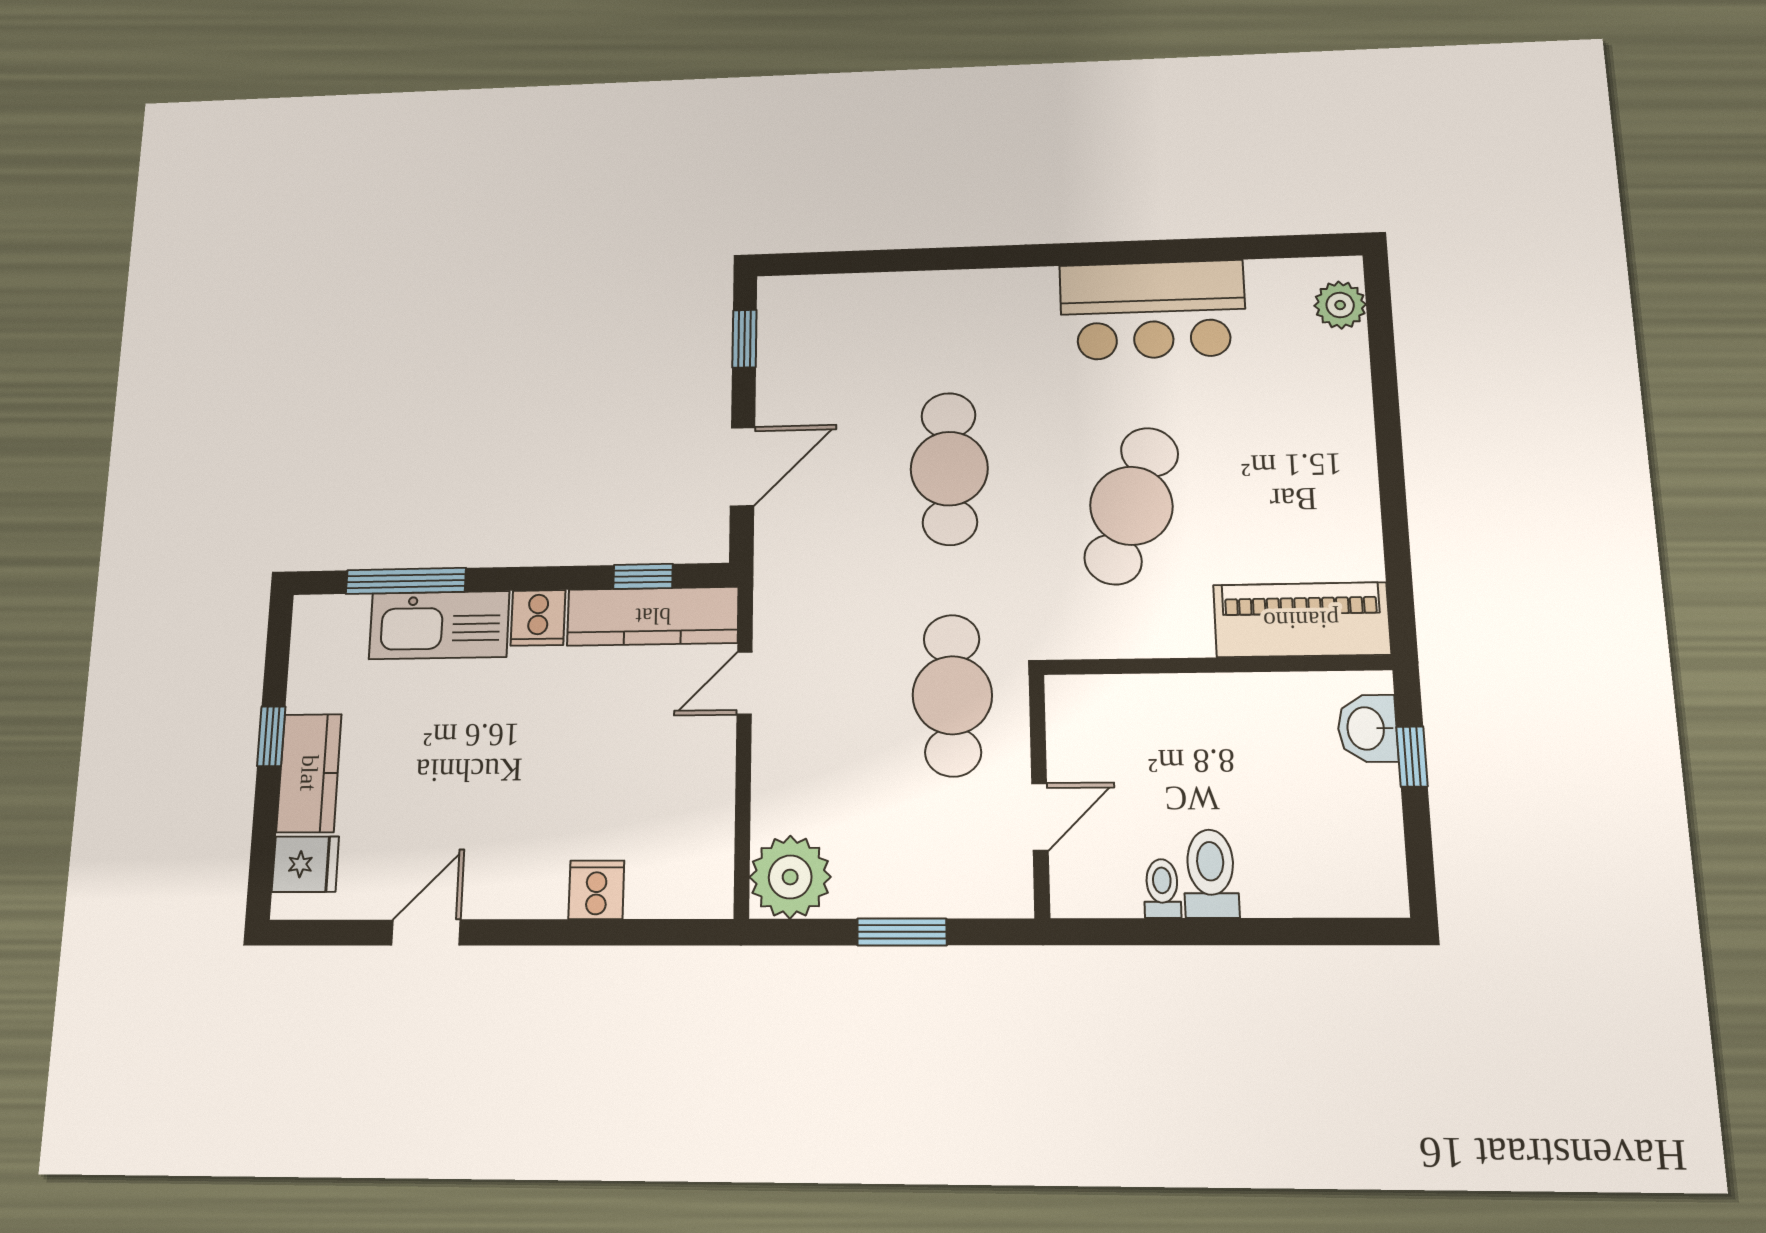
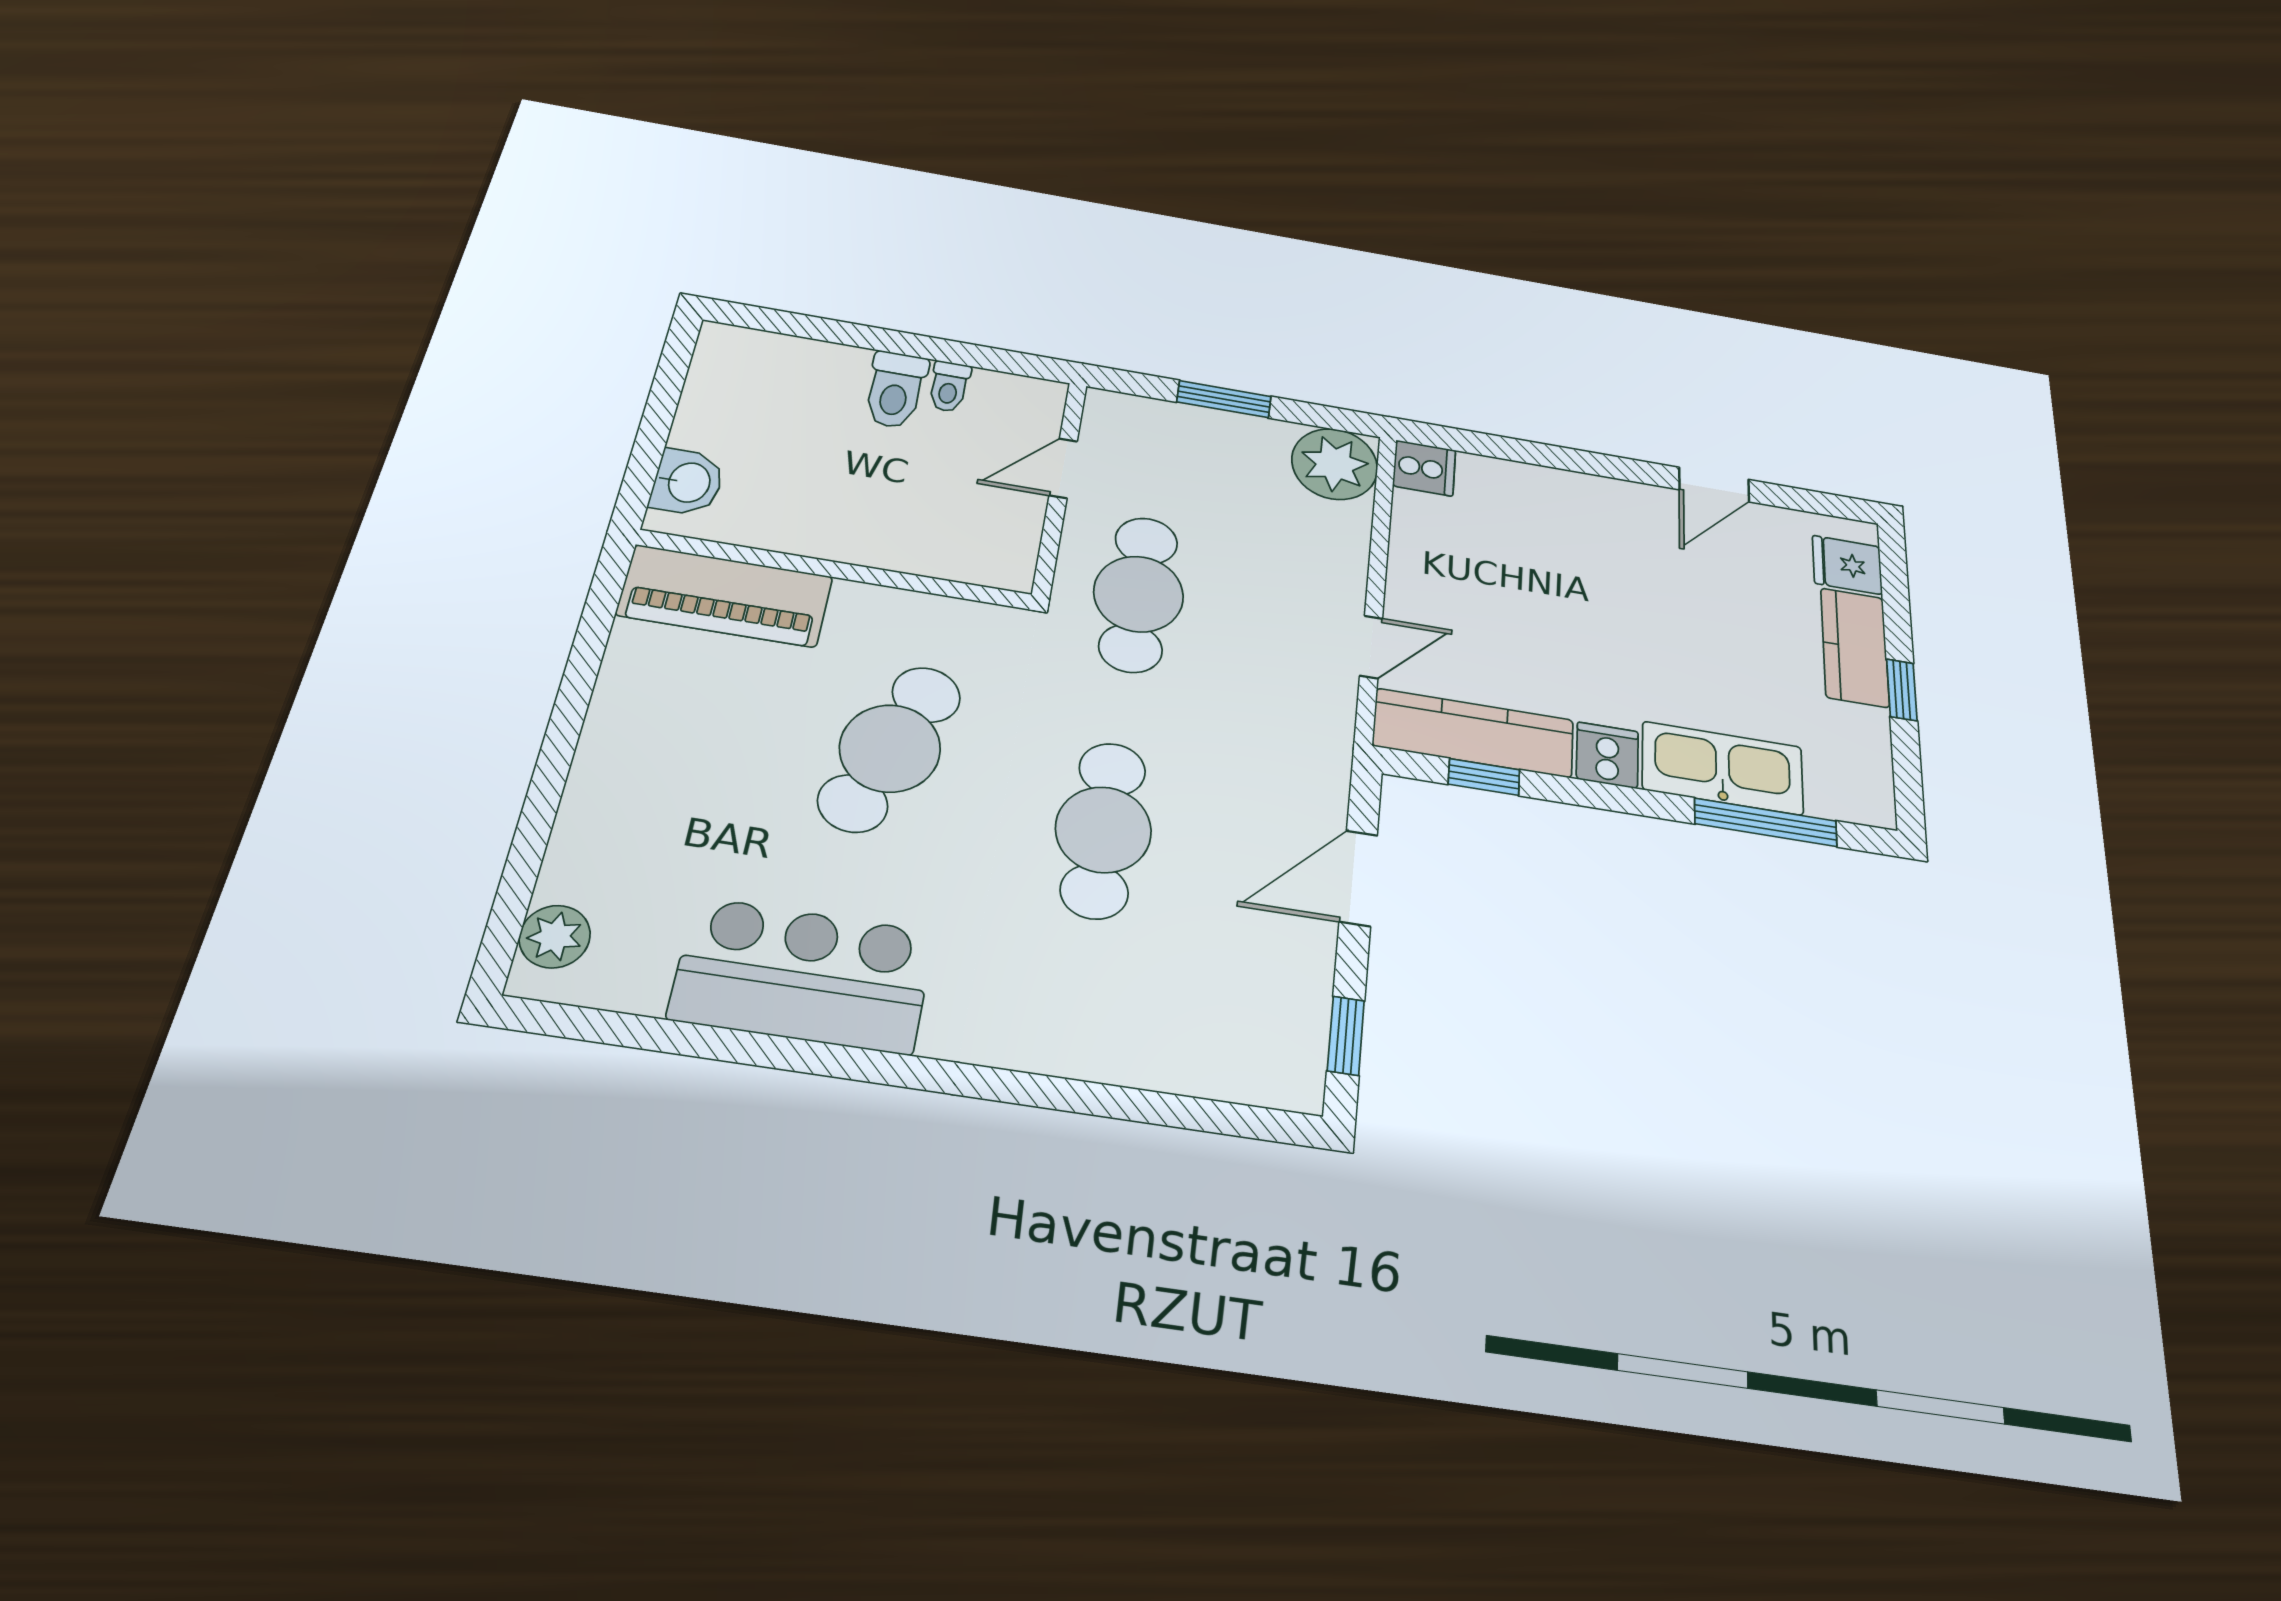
window: (1412, 757) -> (648, 449), removed
cooker: (596, 890) -> (1424, 468), moved, turned -90

